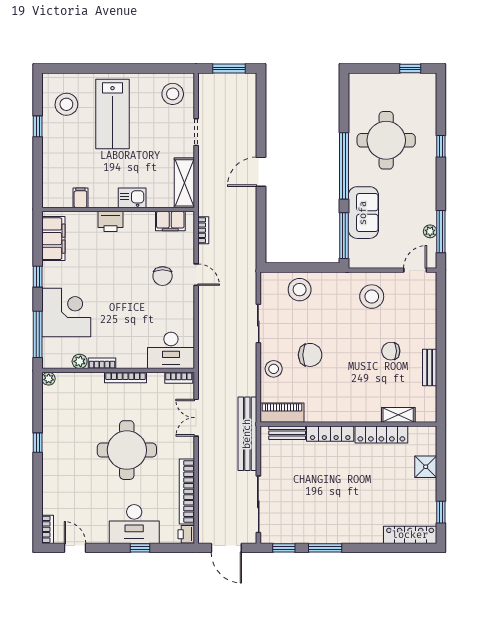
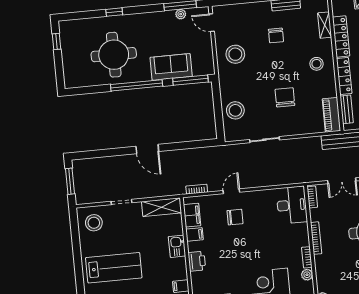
filing cabinet: (145, 222) -> (195, 234), added
stool: (274, 369) -> (317, 64), moved

